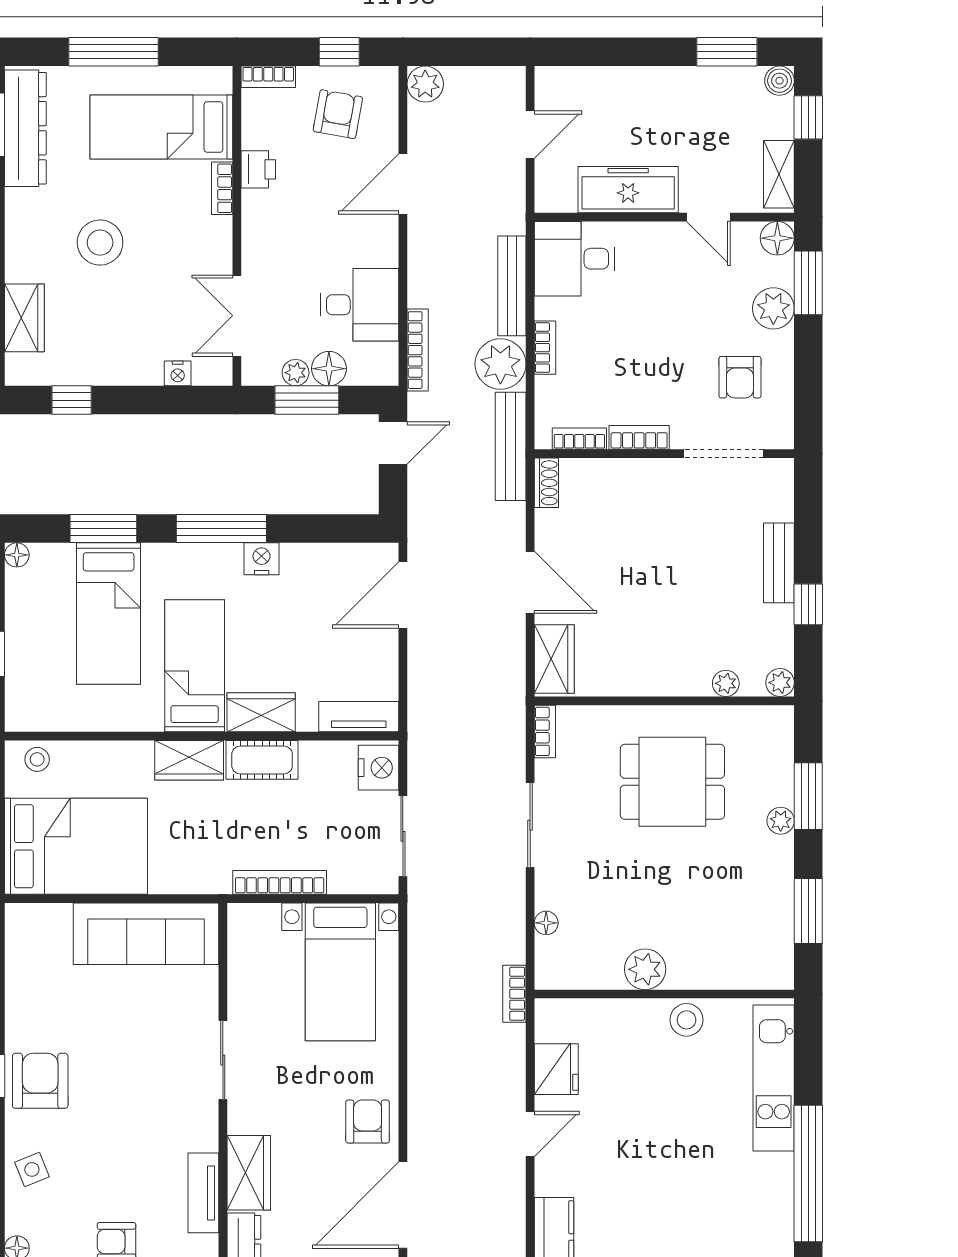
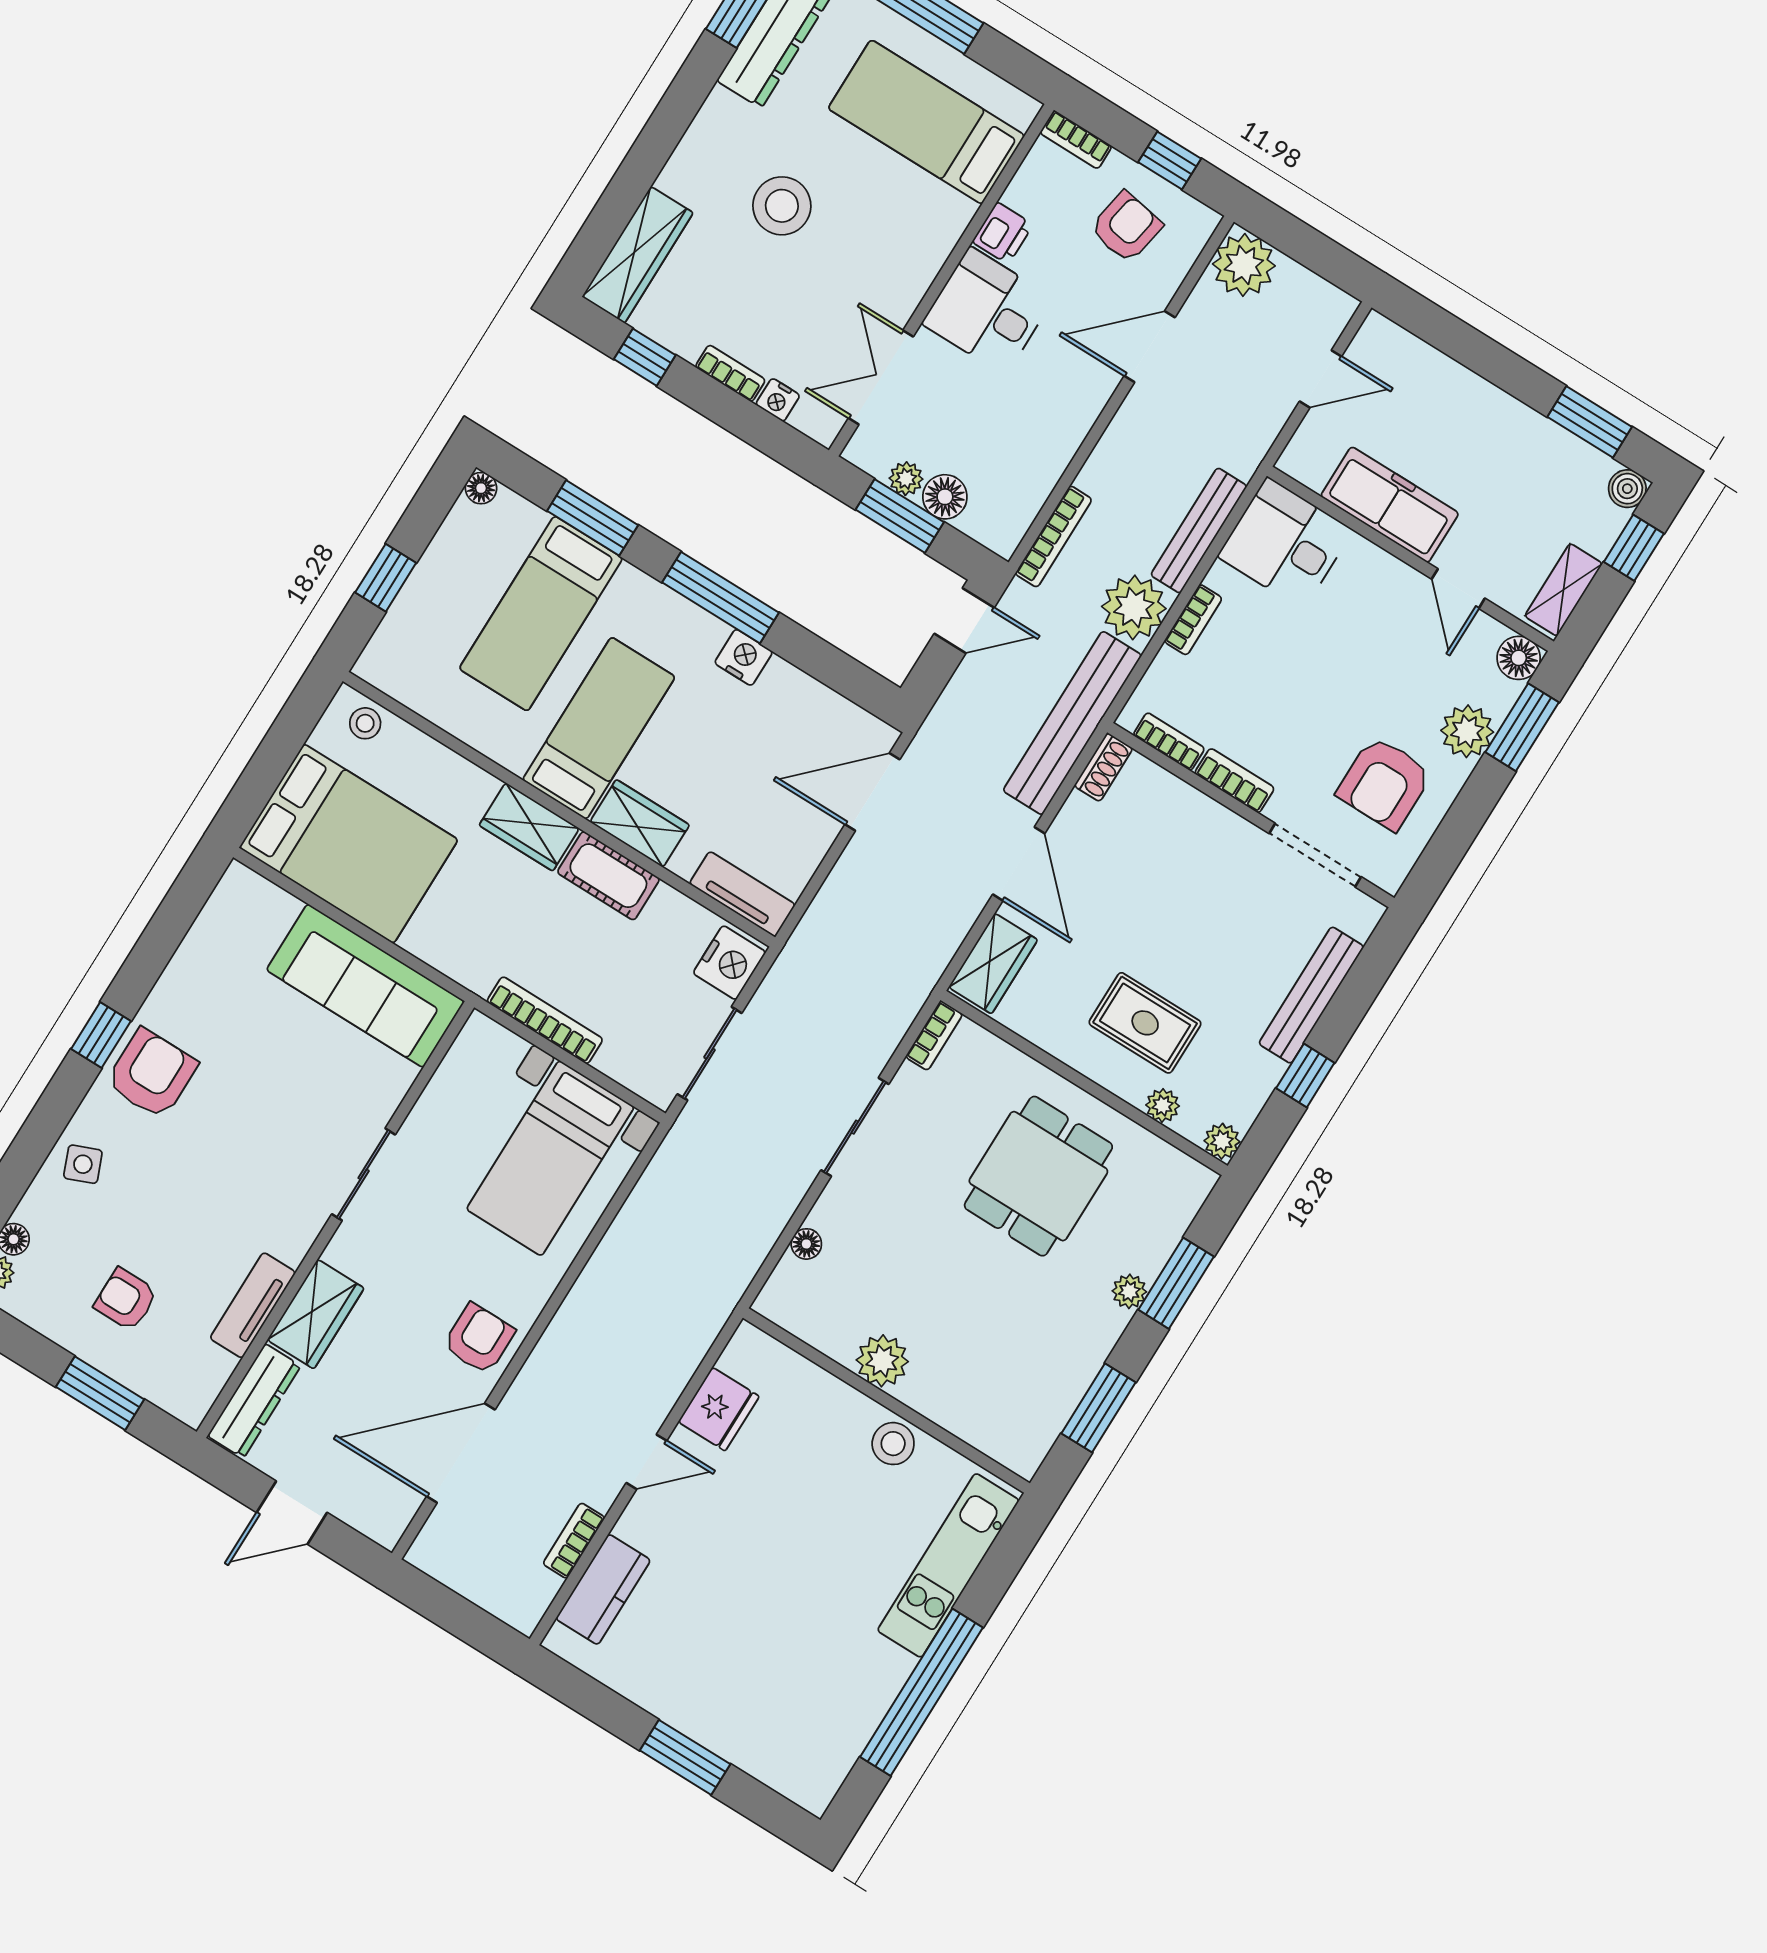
plant: (425, 84) -> (1244, 265), width x1.36, depth x1.36
bookcase: (222, 188) -> (730, 373), moved, turned 90
desk: (359, 305) -> (988, 311), moved, turned 180
wardrobe: (24, 318) -> (638, 255), width x1.50
armchair: (740, 377) -> (1384, 783), width x1.38, depth x1.38
bench: (511, 446) -> (1072, 723), width x1.37, depth x1.21
bench: (779, 563) -> (1311, 995), width x1.36
rug: (680, 636) -> (1145, 1023), added
dining table: (672, 782) -> (1038, 1176), turned 90
bookcase: (514, 994) -> (574, 1541), moved

